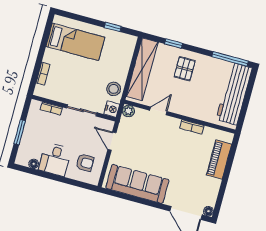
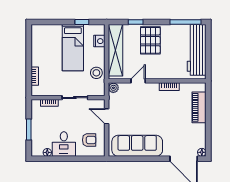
bed: (75, 42) -> (73, 48), moved, turned 90
pallet: (185, 69) -> (150, 40), width x1.50, depth x1.42
nightstand: (112, 109) -> (99, 41), moved

